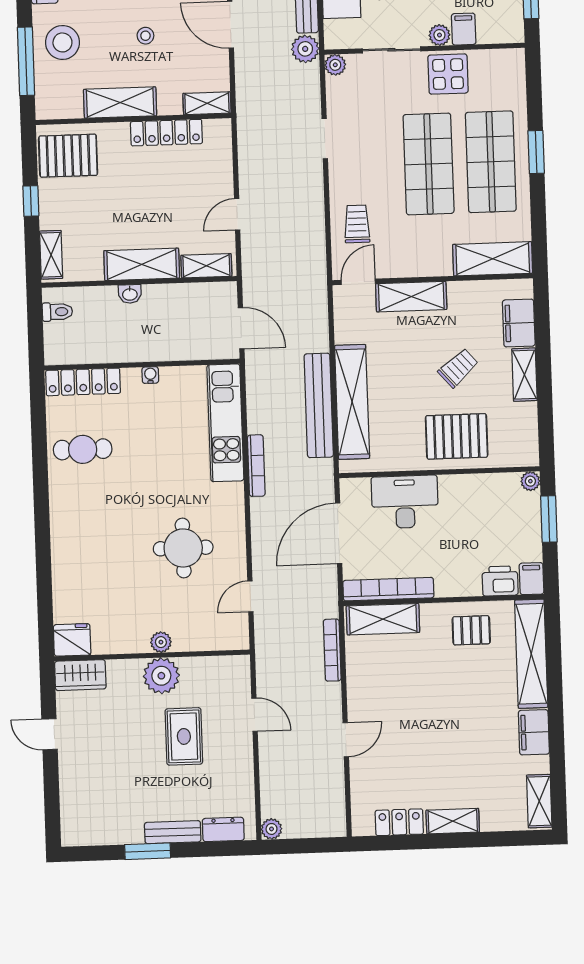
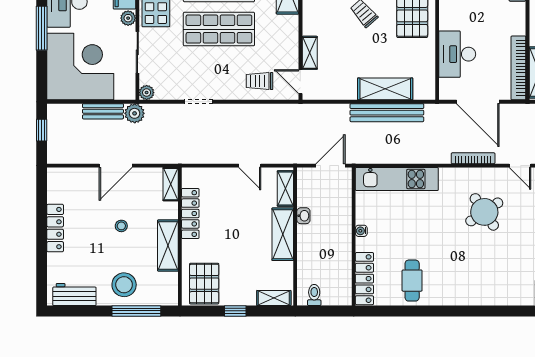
washbasin: (130, 294) -> (303, 216), moved
shelving: (411, 297) -> (310, 53), width x0.67, depth x0.75
shelving: (352, 402) -> (385, 89), width x0.68
bookcase: (256, 466) -> (473, 158), moved
round table: (183, 548) -> (484, 212), turned -34

